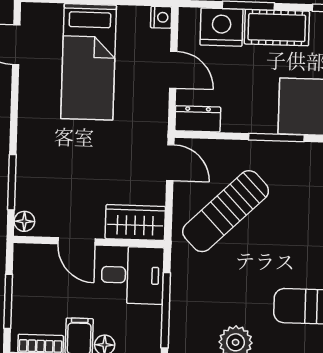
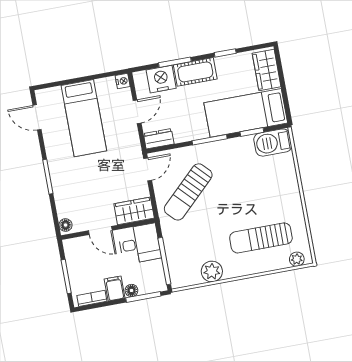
door: (173, 70) -> (137, 112), hinge flipped
door: (170, 163) -> (148, 169), hinge flipped
window: (12, 182) -> (48, 177), moved

